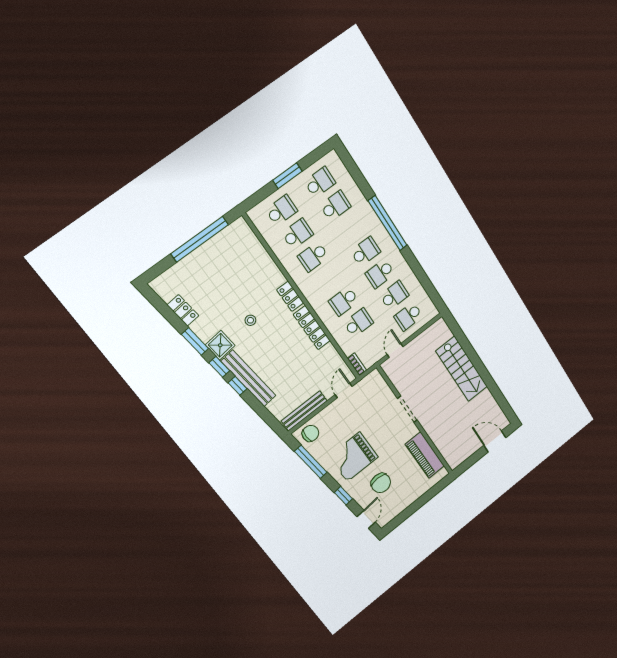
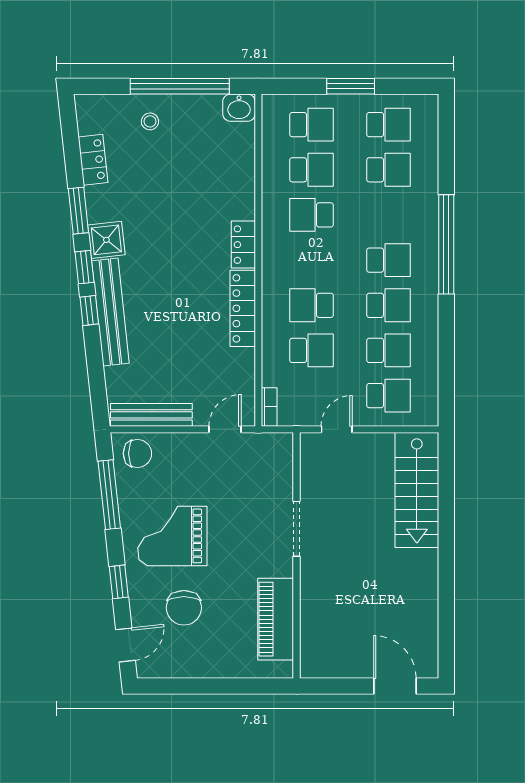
washbasin: (239, 228) -> (239, 108), added
school desk: (380, 274) -> (389, 305), turned 180
school desk: (408, 317) -> (389, 396), turned 180
stool: (250, 320) -> (150, 121), moved
stairs: (462, 369) -> (417, 490), moved

